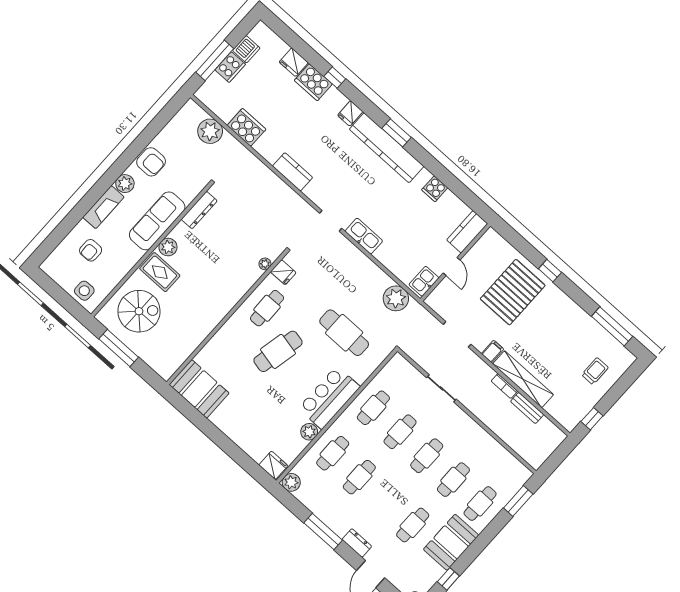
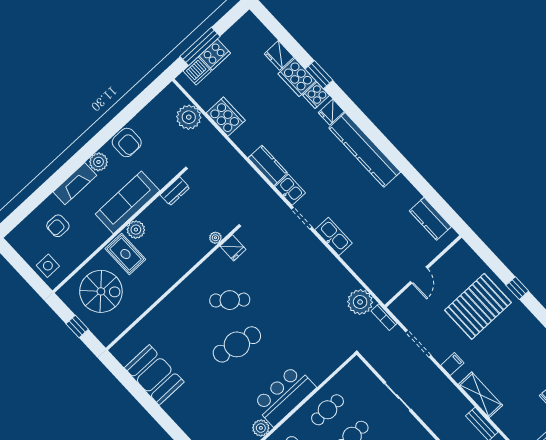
dishwasher: (246, 49) -> (197, 71), moved
window: (335, 78) -> (319, 75), width x1.50
window: (396, 133) -> (376, 136), removed
cooker: (435, 189) -> (316, 95), moved
dresser: (199, 210) -> (175, 191), width x0.70
kitchen counter: (467, 232) -> (430, 219), moved, turned -90
plant: (265, 264) -> (215, 238), moved
fridge: (283, 272) -> (233, 248), moved
kitchen sink: (424, 281) -> (290, 190), moved, turned 90
cafe table: (267, 308) -> (230, 300), turned 42
wall: (227, 317) -> (172, 288), moved
cafe table: (344, 333) -> (305, 332), removed
window: (119, 348) -> (77, 326), width x0.46
shelving: (523, 379) -> (480, 395), width x0.68
bookcase: (504, 386) -> (384, 317), moved

